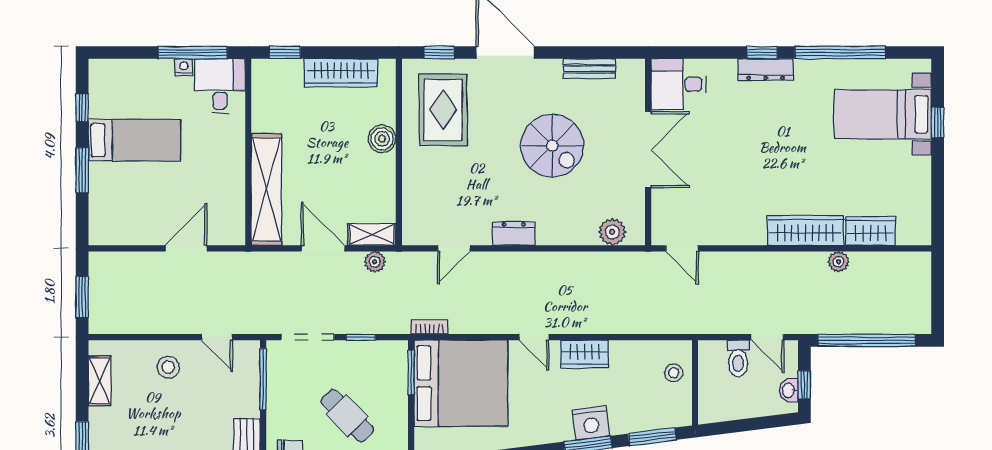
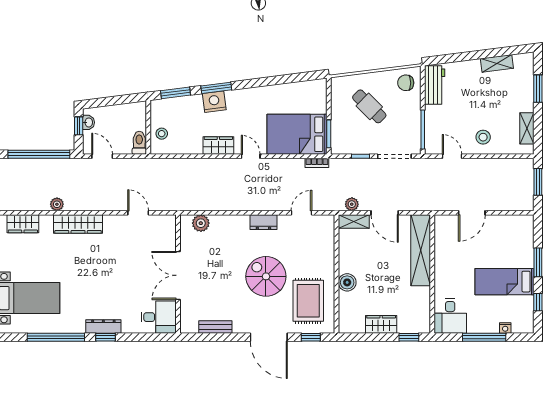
window: (193, 53) -> (484, 337), moved
nightstand: (184, 67) -> (505, 328), moved
wardrobe: (341, 73) -> (381, 324), width x0.67
spiral stairs: (552, 146) -> (266, 276), moved
wardrobe: (870, 231) -> (23, 224), moved
door: (682, 248) -> (138, 213), moved
toilet: (738, 358) -> (139, 143), moved
bed: (461, 383) -> (297, 134), width x0.73

